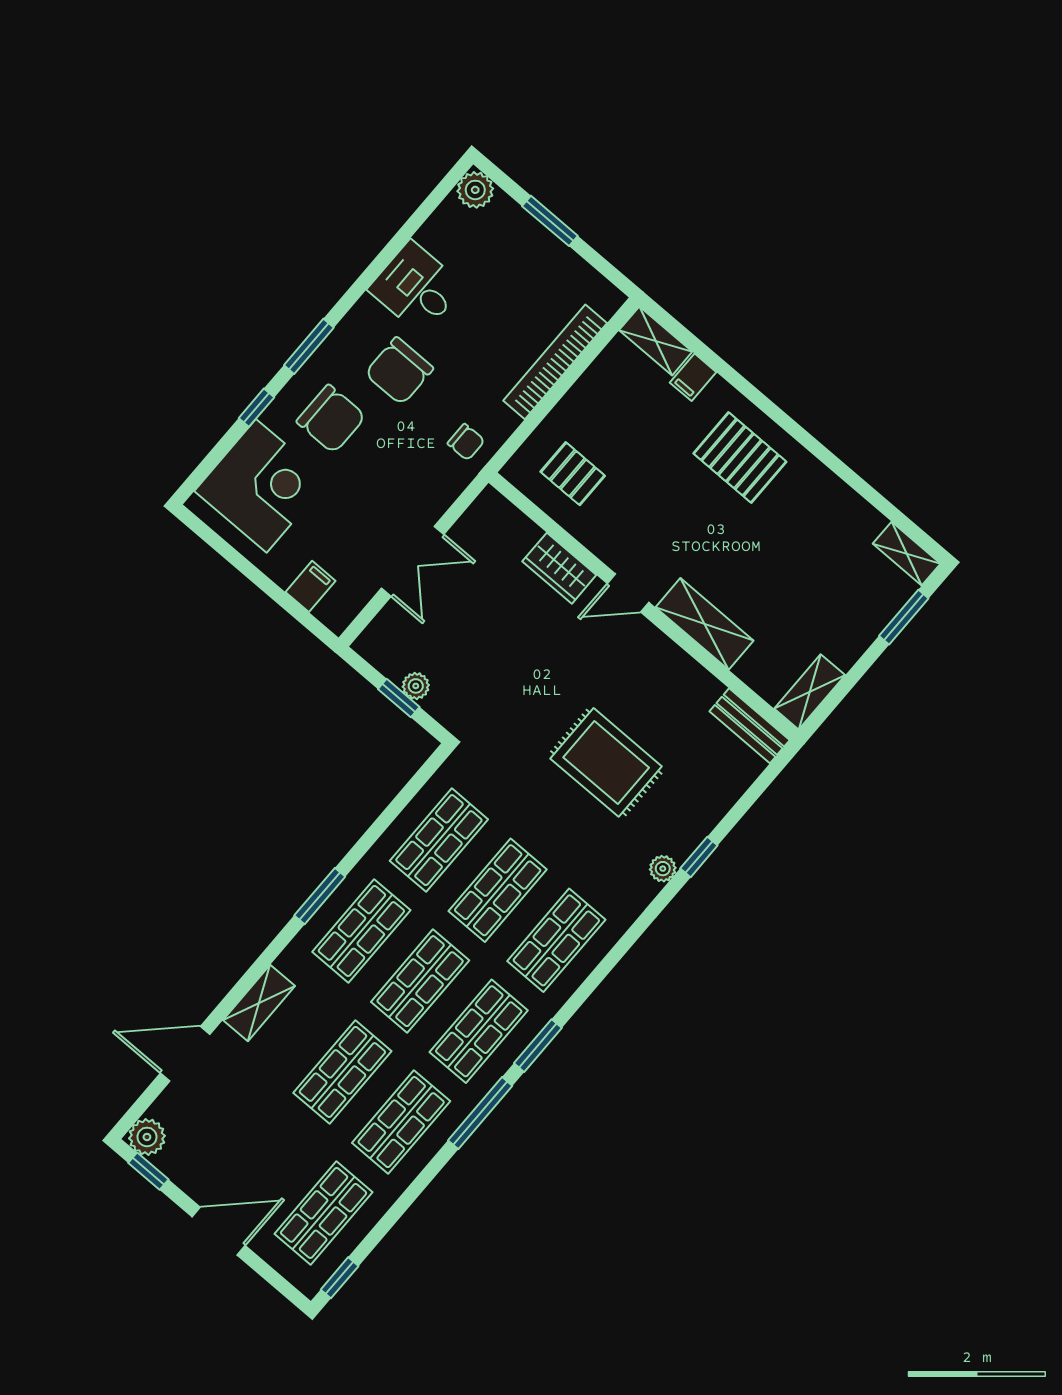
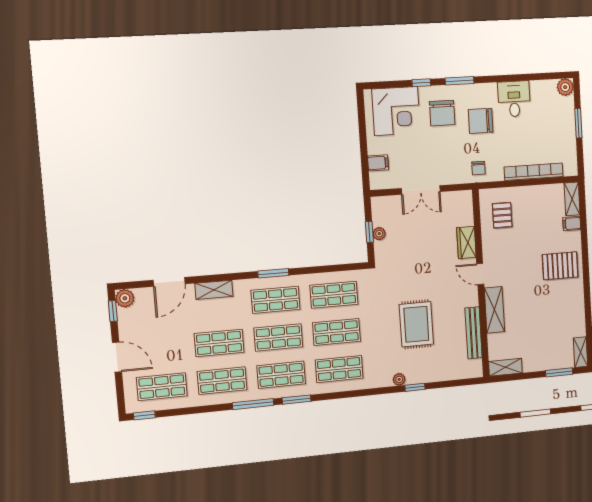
pallet: (740, 458) -> (560, 266), turned 90
bench: (750, 726) -> (474, 333), moved, width x1.36
door: (185, 1054) -> (169, 282), swing flipped

